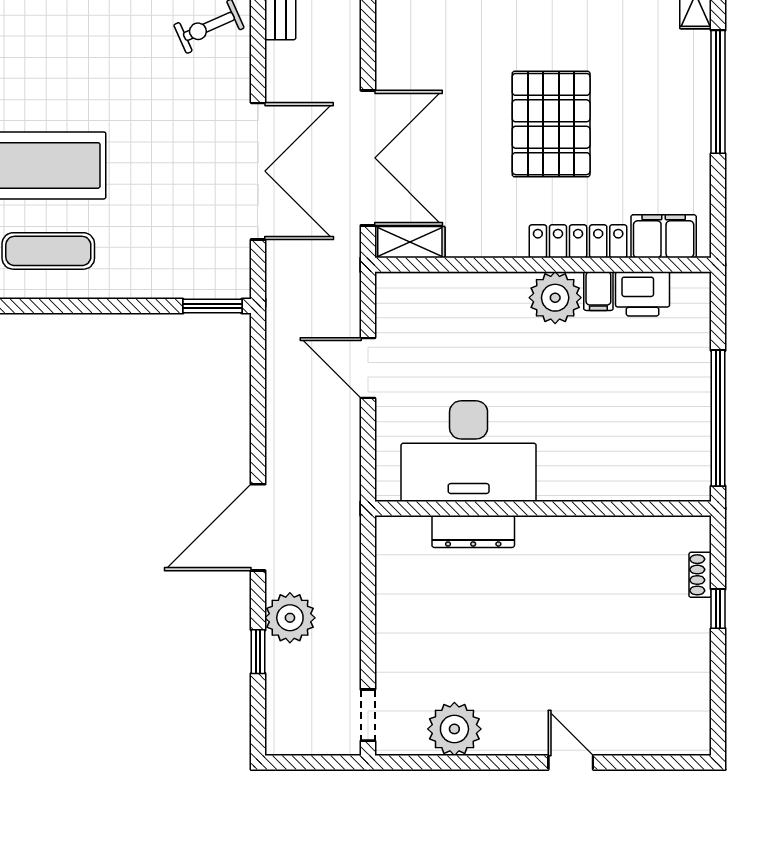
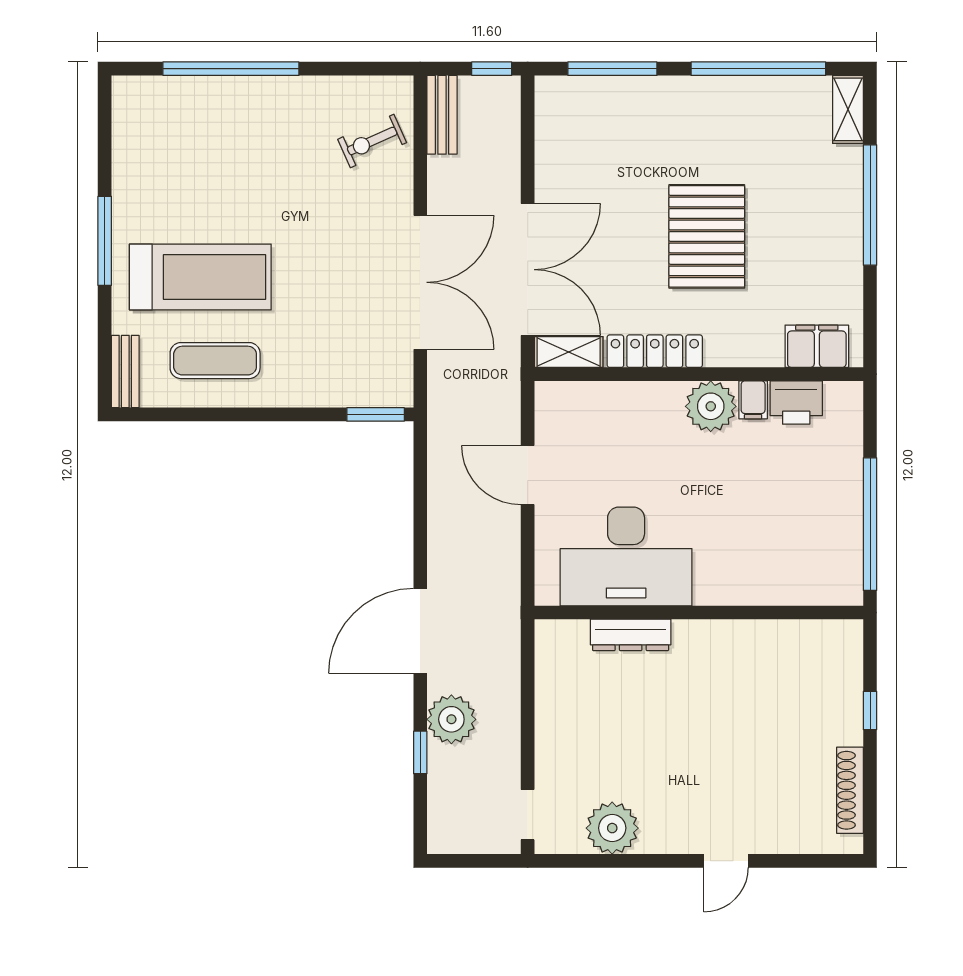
locker: (578, 241) -> (655, 351), moved
shoe rack: (700, 575) -> (850, 790), moved, width x1.94, depth x1.24
door: (571, 763) -> (726, 861), swing flipped

